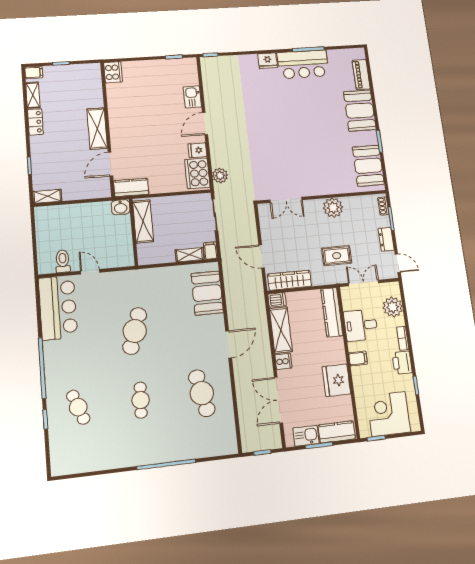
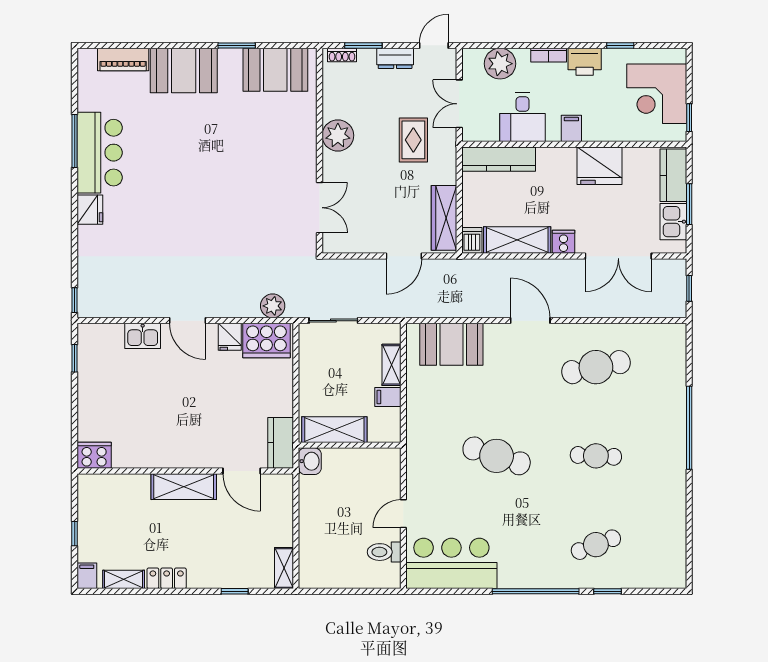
filing cabinet: (210, 251) -> (388, 397), moved

